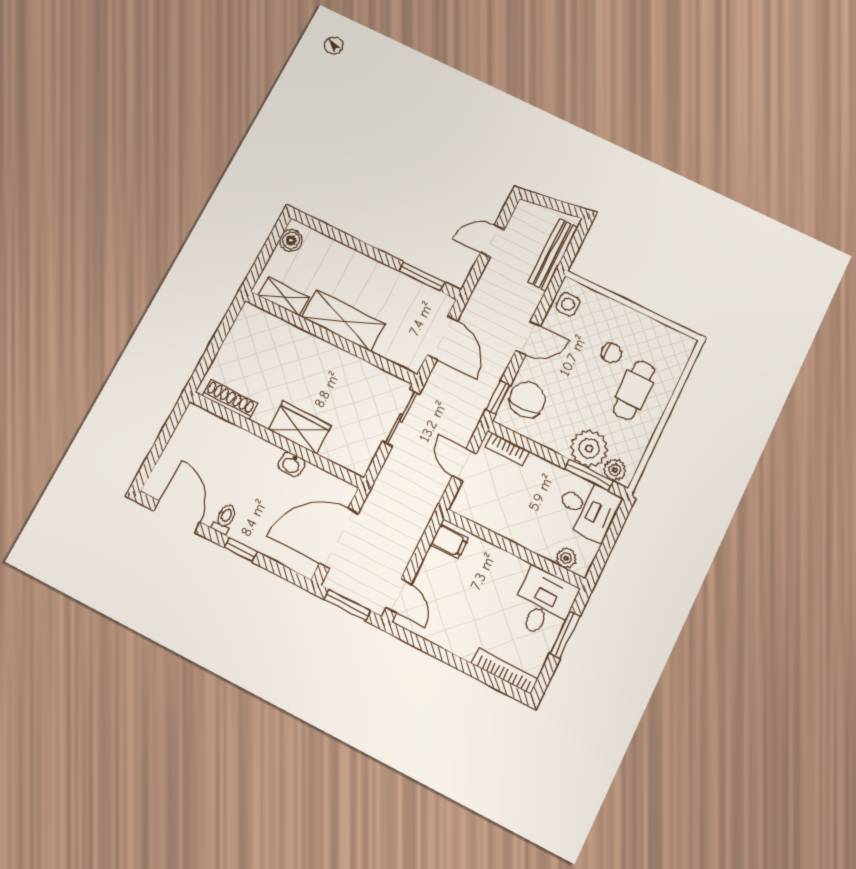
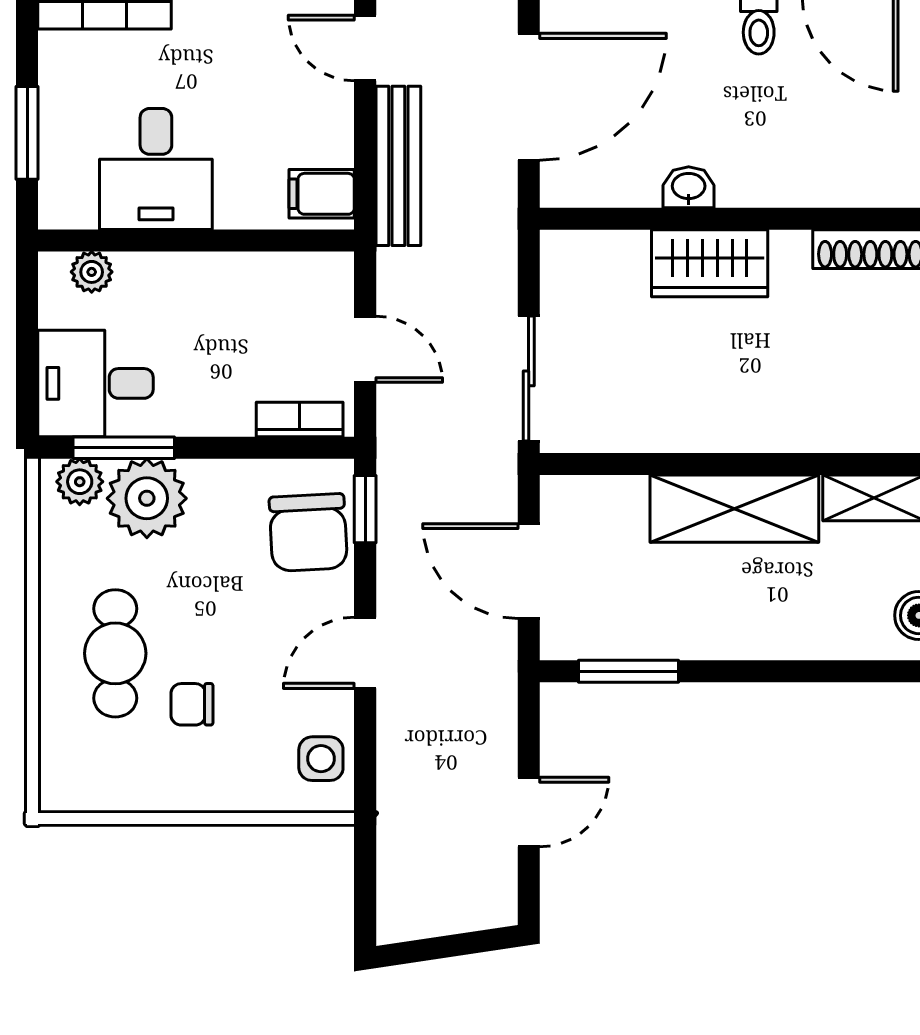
bench: (553, 255) -> (398, 166), moved
desk: (543, 603) -> (156, 169), moved

